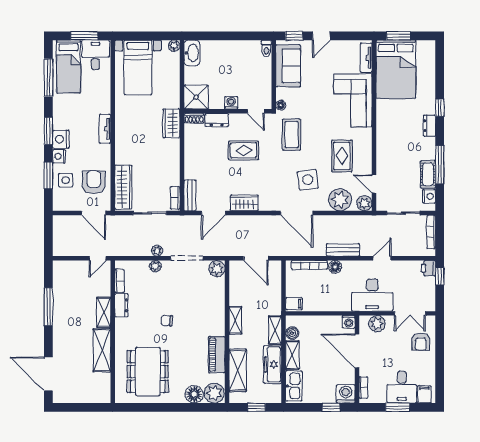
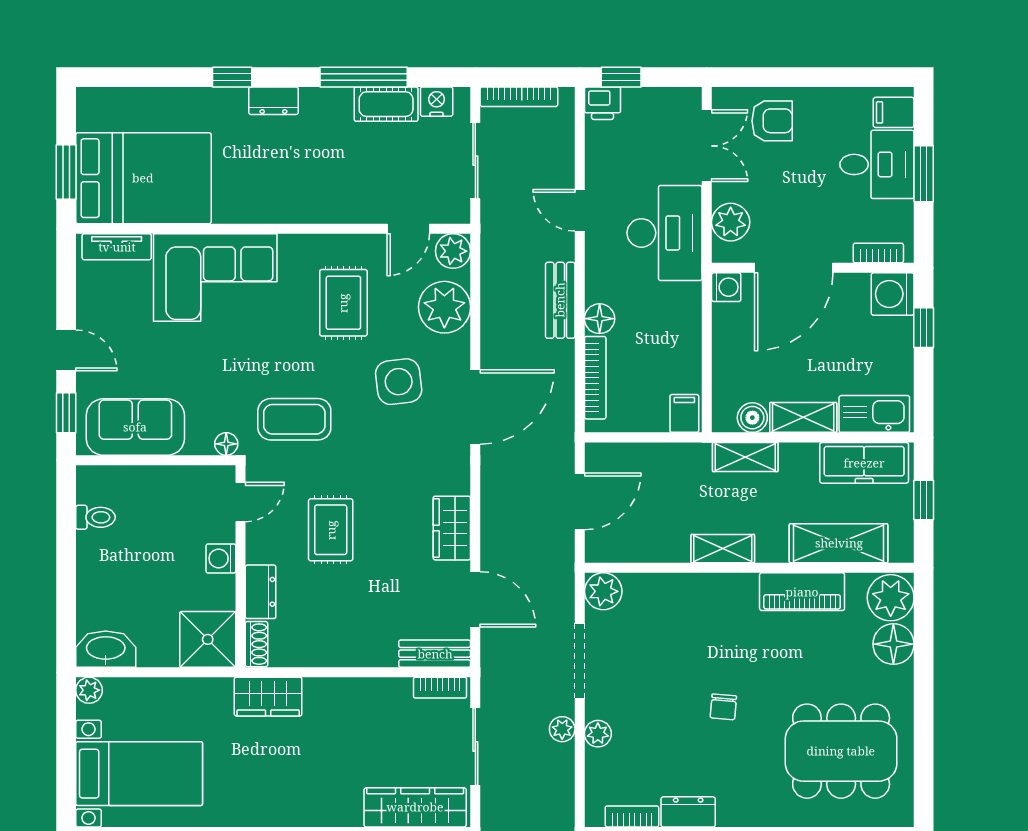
toilet: (266, 48) -> (95, 517), moved
rug: (342, 156) -> (343, 303), turned 90
freezer: (273, 364) -> (864, 463), moved

